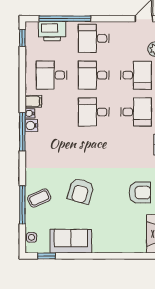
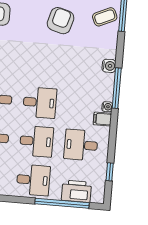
window: (22, 38) -> (110, 172), moved
desk: (52, 75) -> (81, 145), turned 180
water cooler: (31, 125) -> (109, 66), moved

